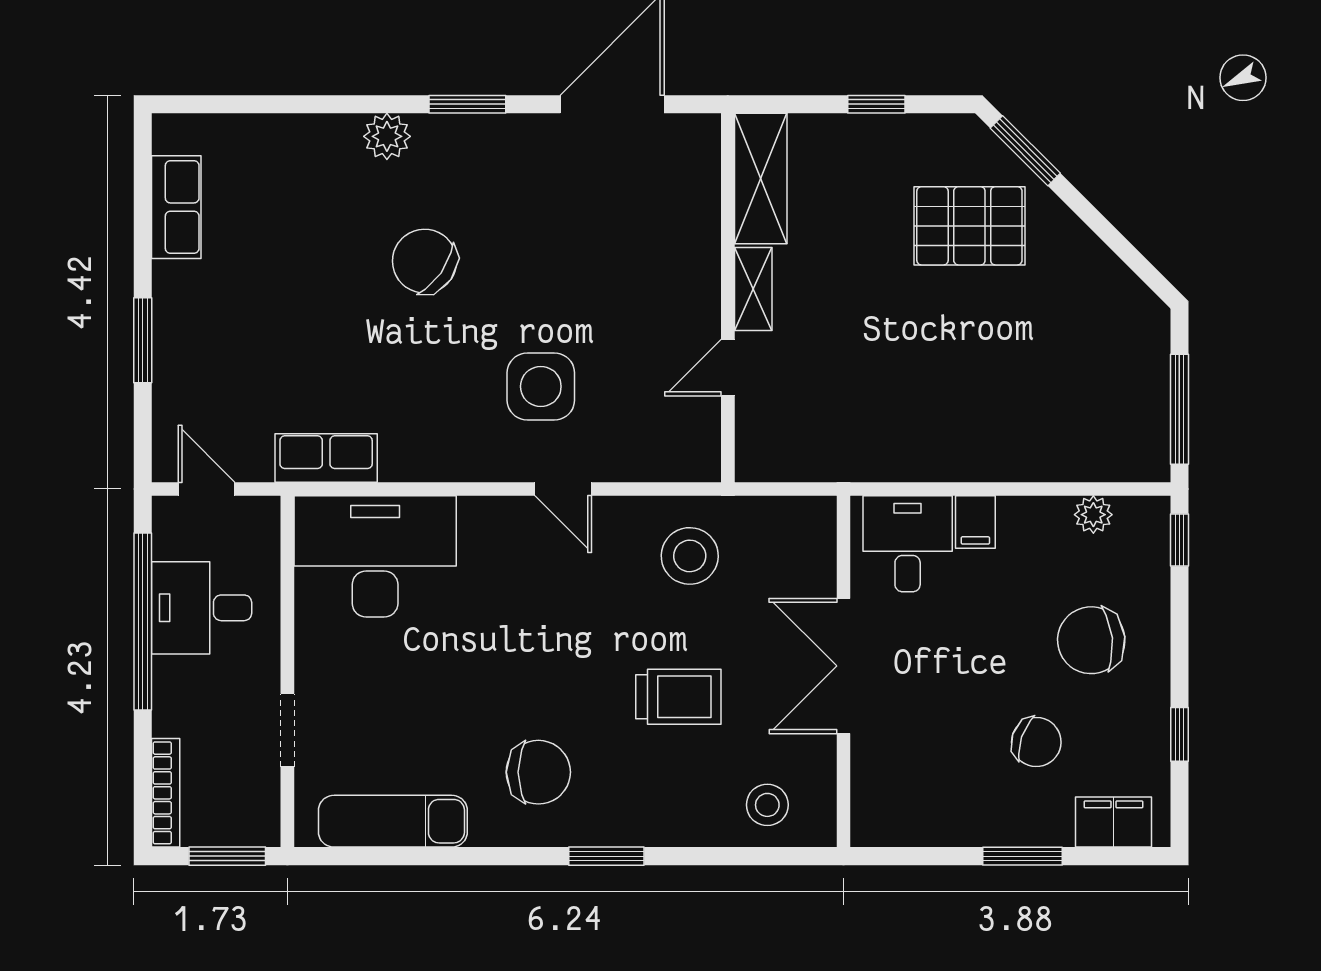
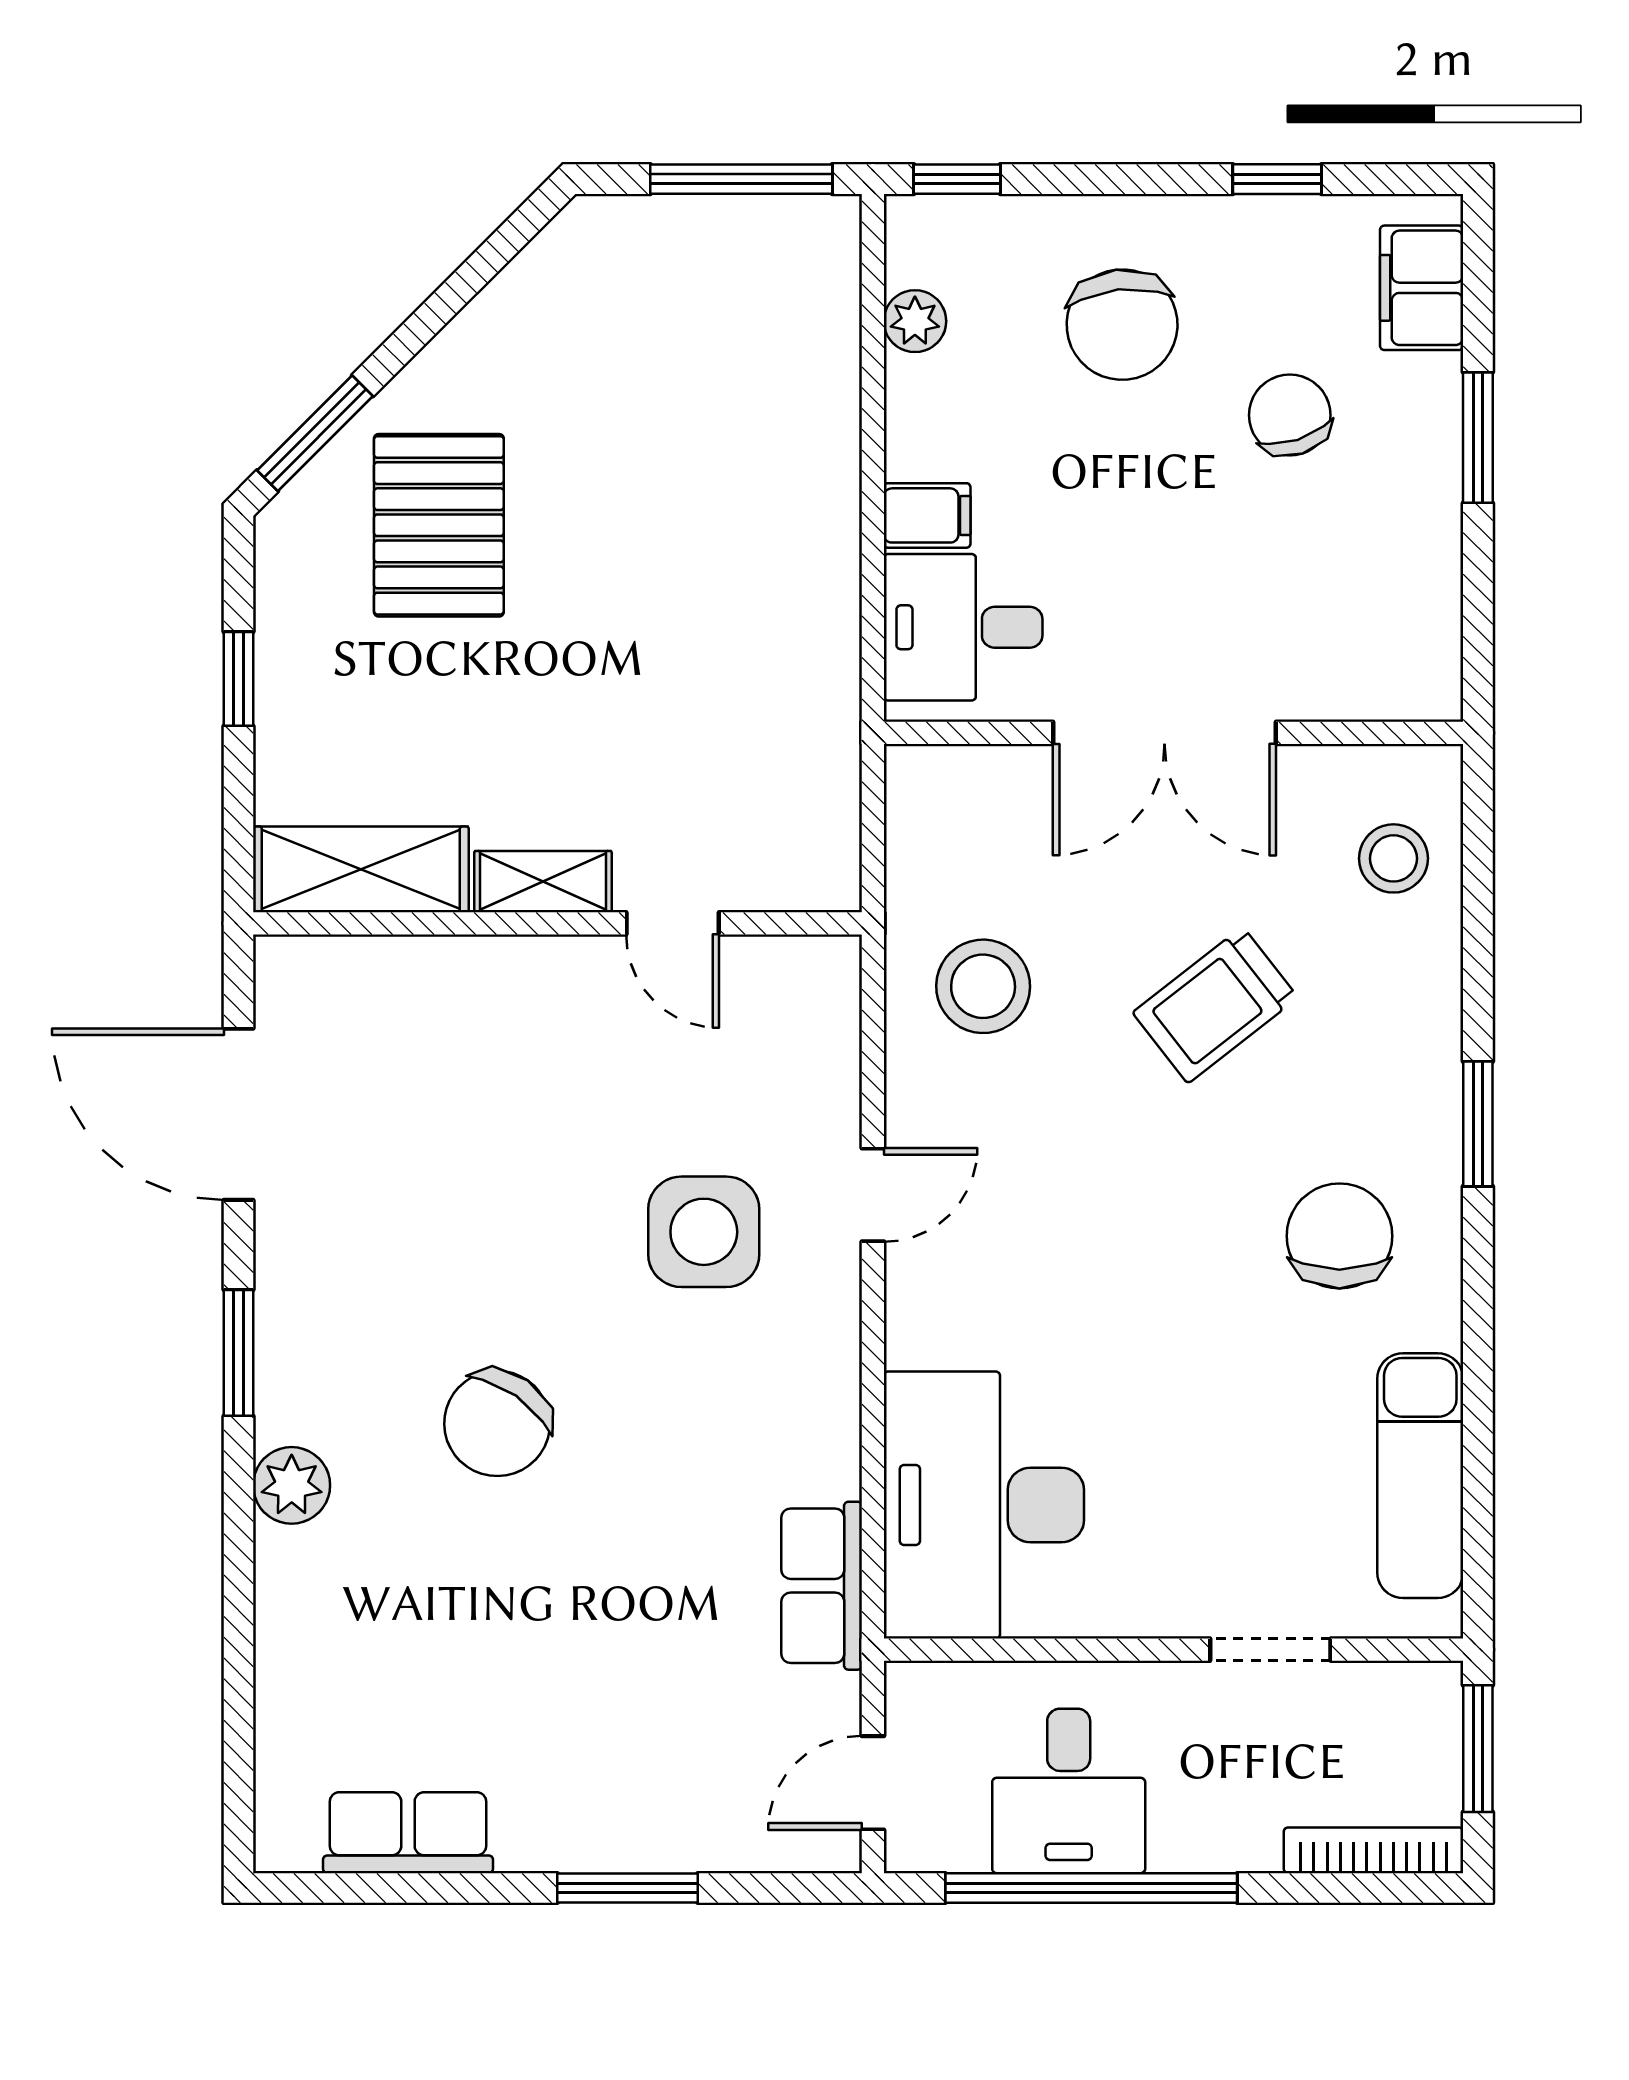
trolley: (678, 697) -> (1215, 1005), turned -128
chair: (1036, 742) -> (1290, 415), turned -37

